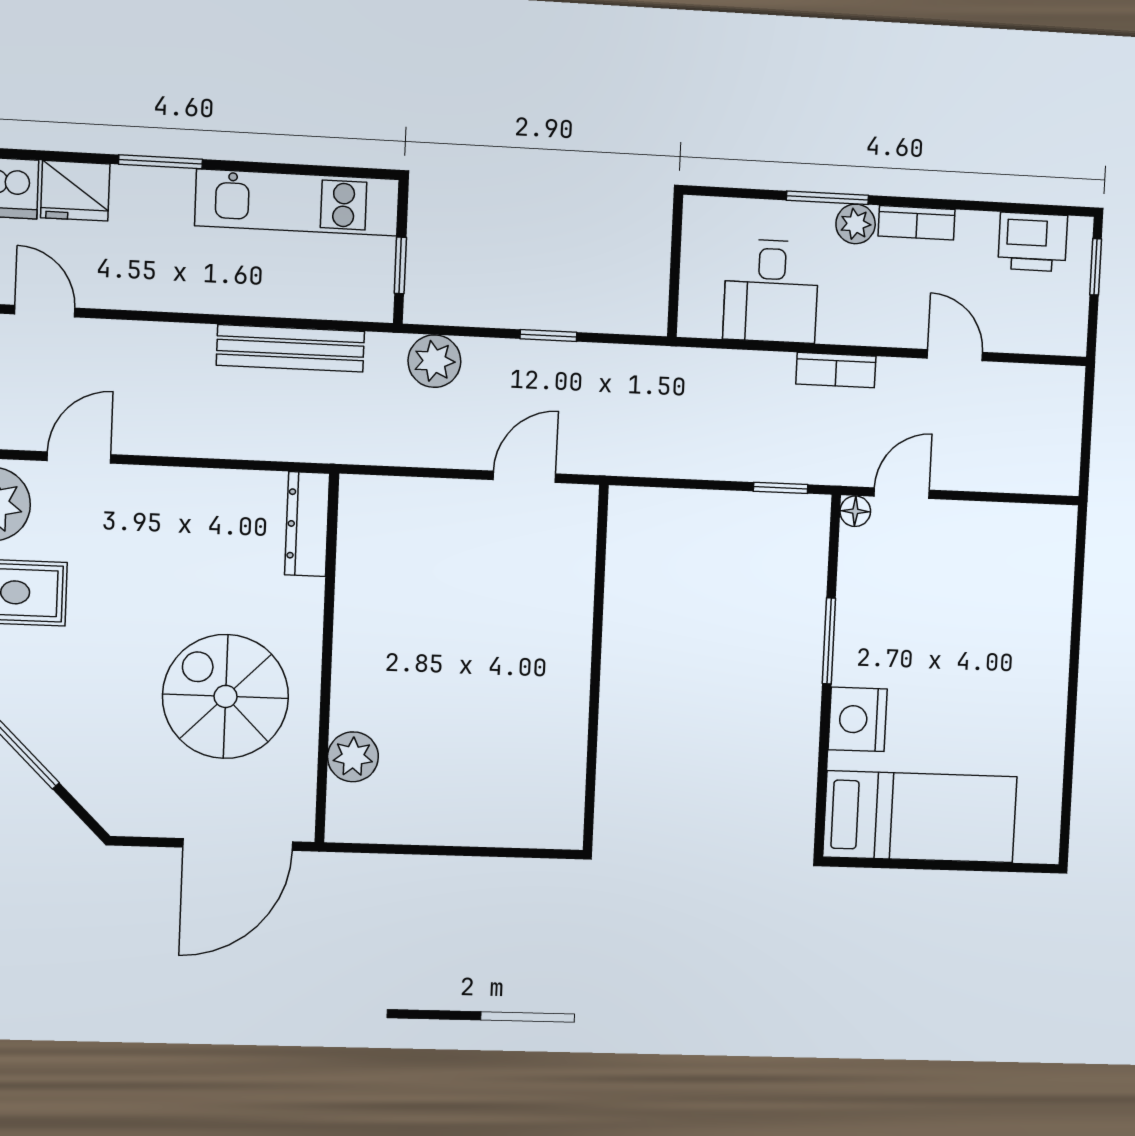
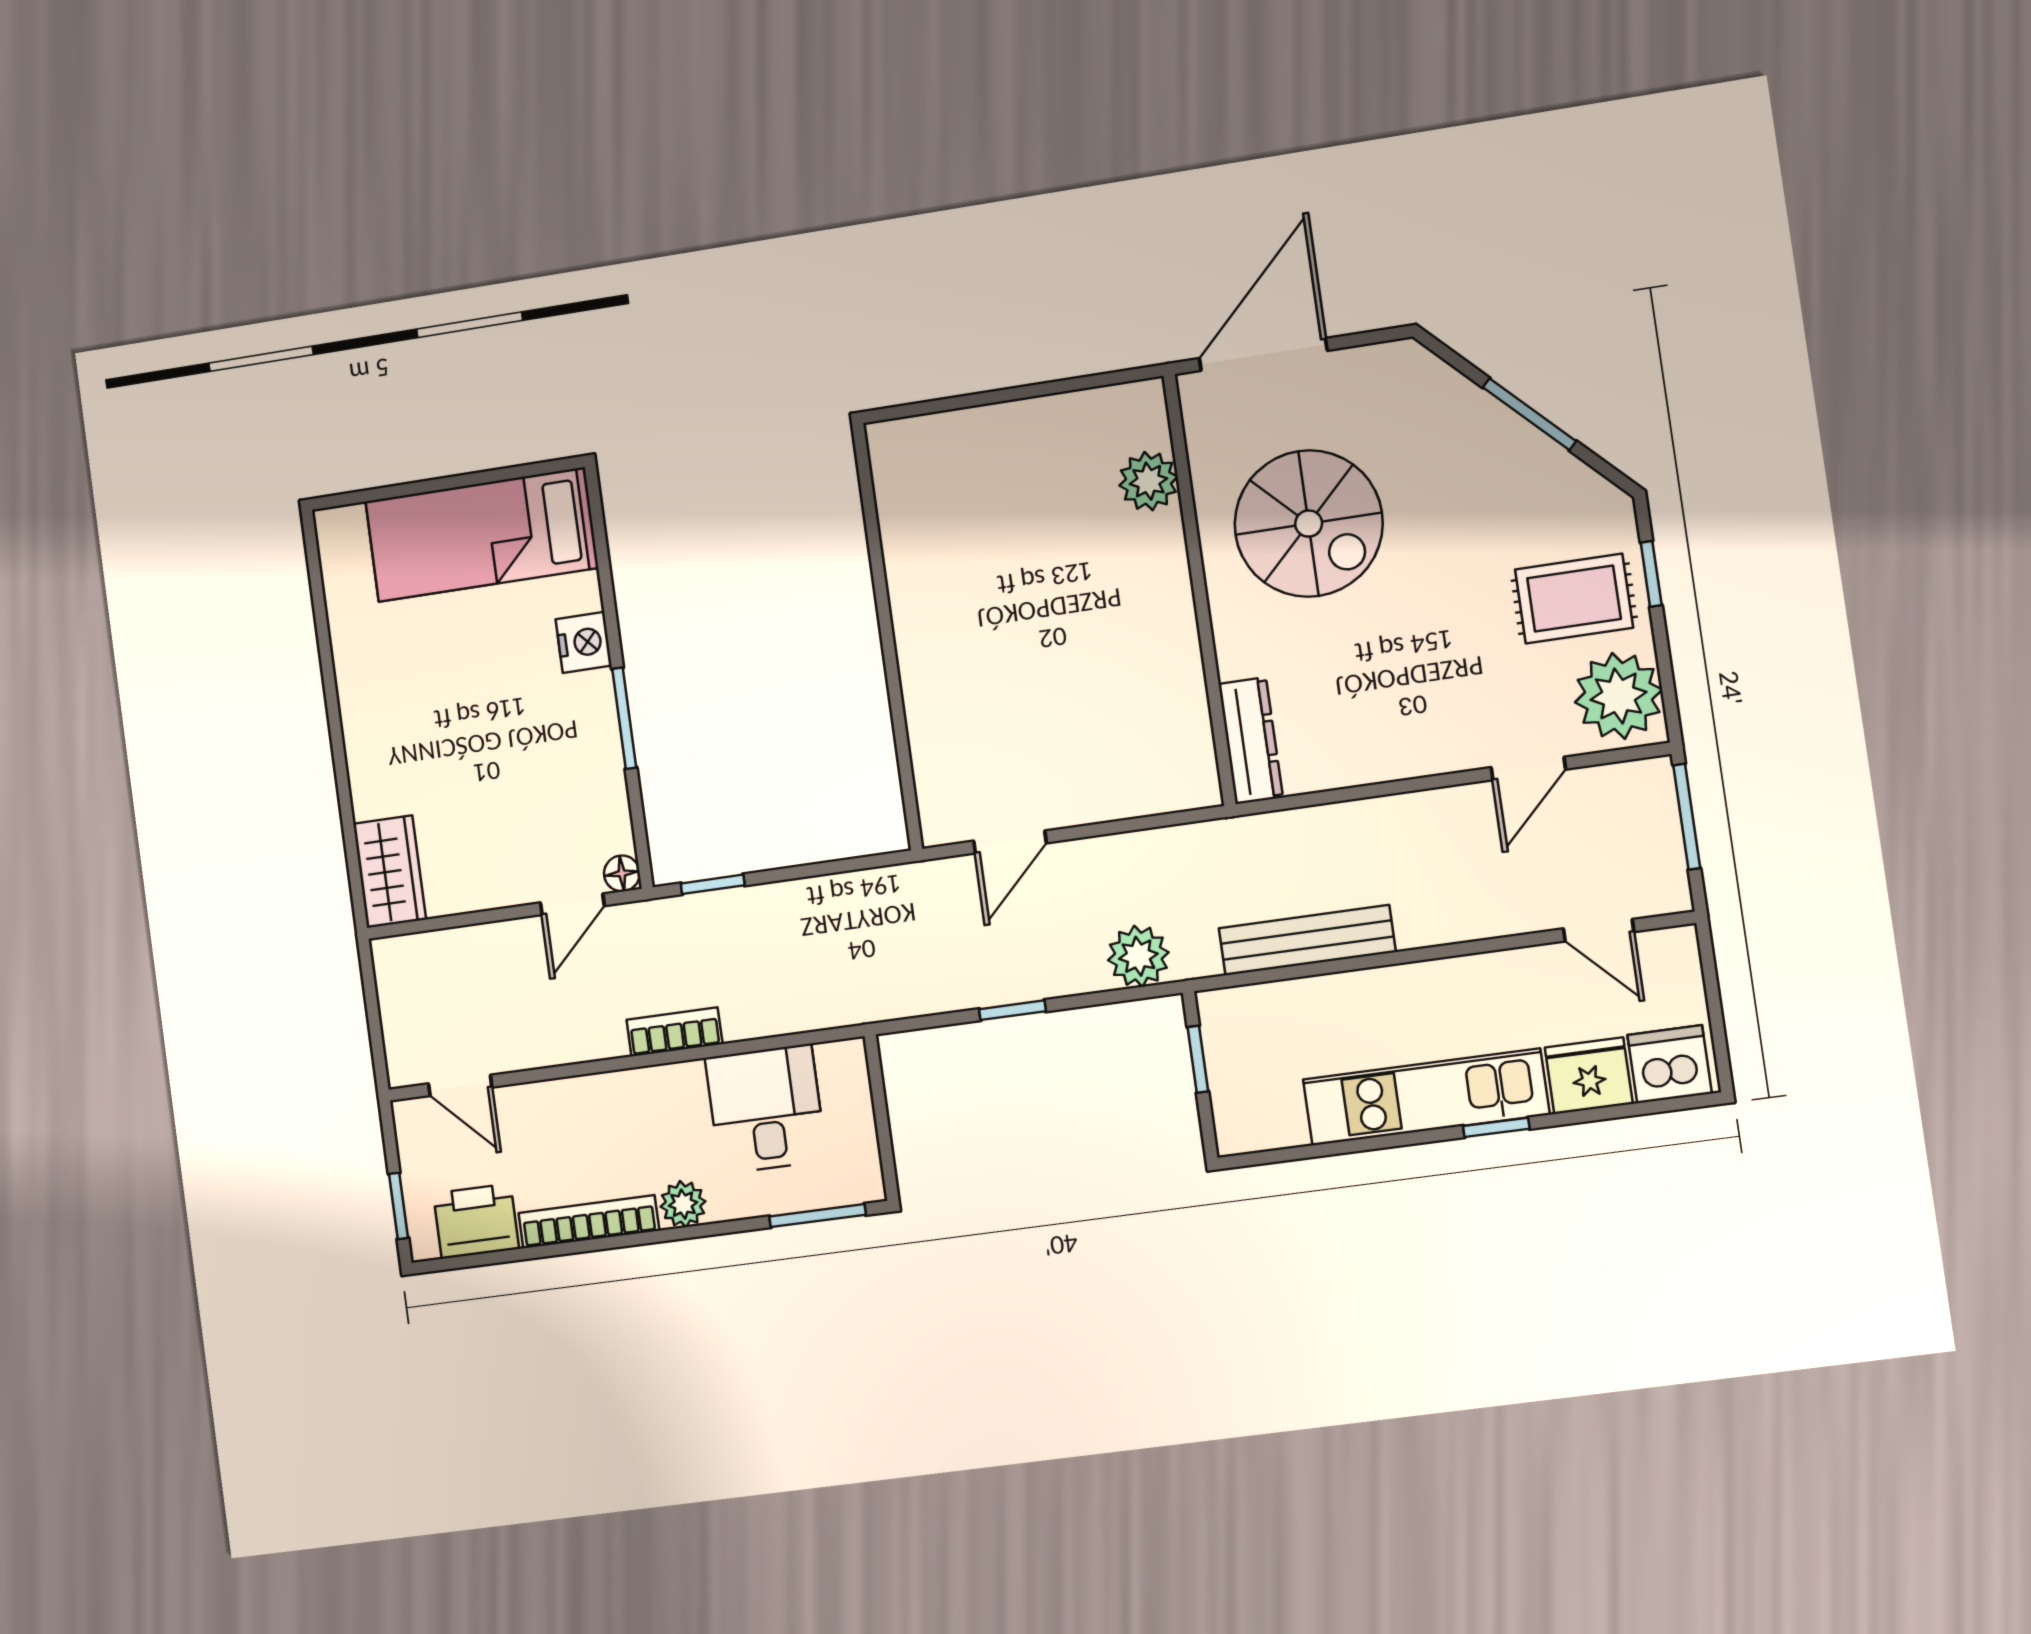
window: (160, 162) -> (1496, 1127), width x0.67
window: (827, 198) -> (818, 1216), moved
kitchen unit: (297, 203) -> (1426, 1097), moved
bookcase: (917, 223) -> (589, 1222), width x1.56
door: (955, 355) -> (460, 1085), moved
wardrobe: (1050, 549) -> (390, 871), added
nightstand: (858, 719) -> (584, 642), width x0.74, depth x0.75

